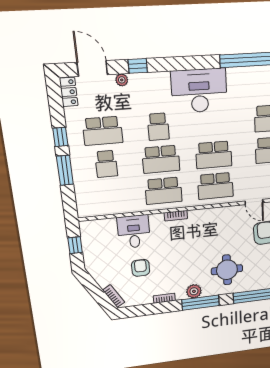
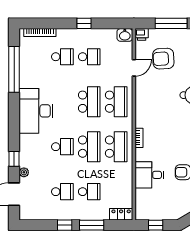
locker: (69, 92) -> (121, 214), moved
school desk: (103, 131) -> (62, 192), width x0.54

